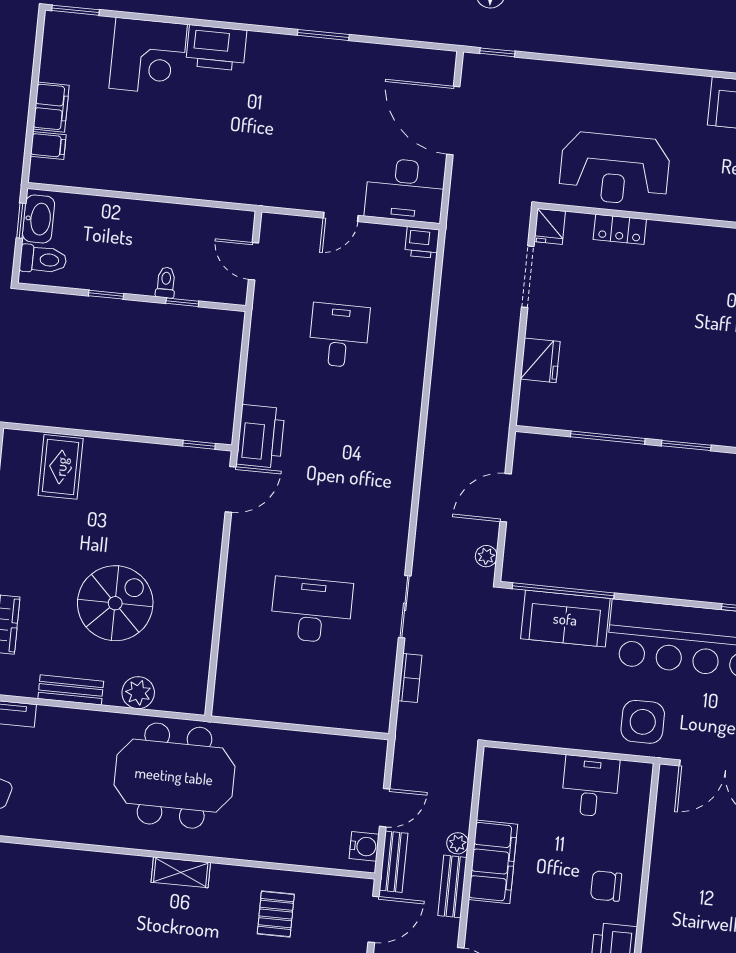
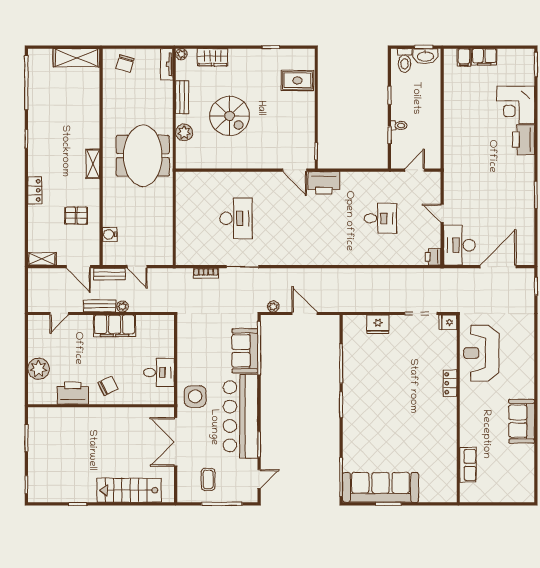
locker: (620, 229) -> (450, 383), moved
water cooler: (364, 846) -> (110, 234), moved, turned 90
chair: (606, 886) -> (108, 386), turned 64

